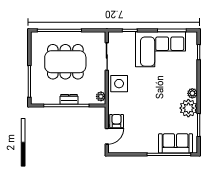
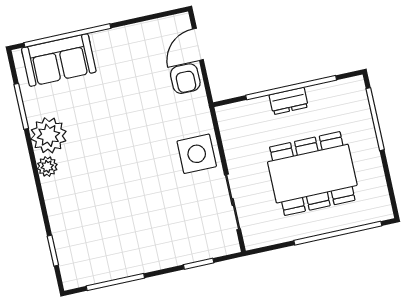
corner sofa: (161, 49) -> (130, 240), removed
plant: (101, 96) -> (227, 120), removed

